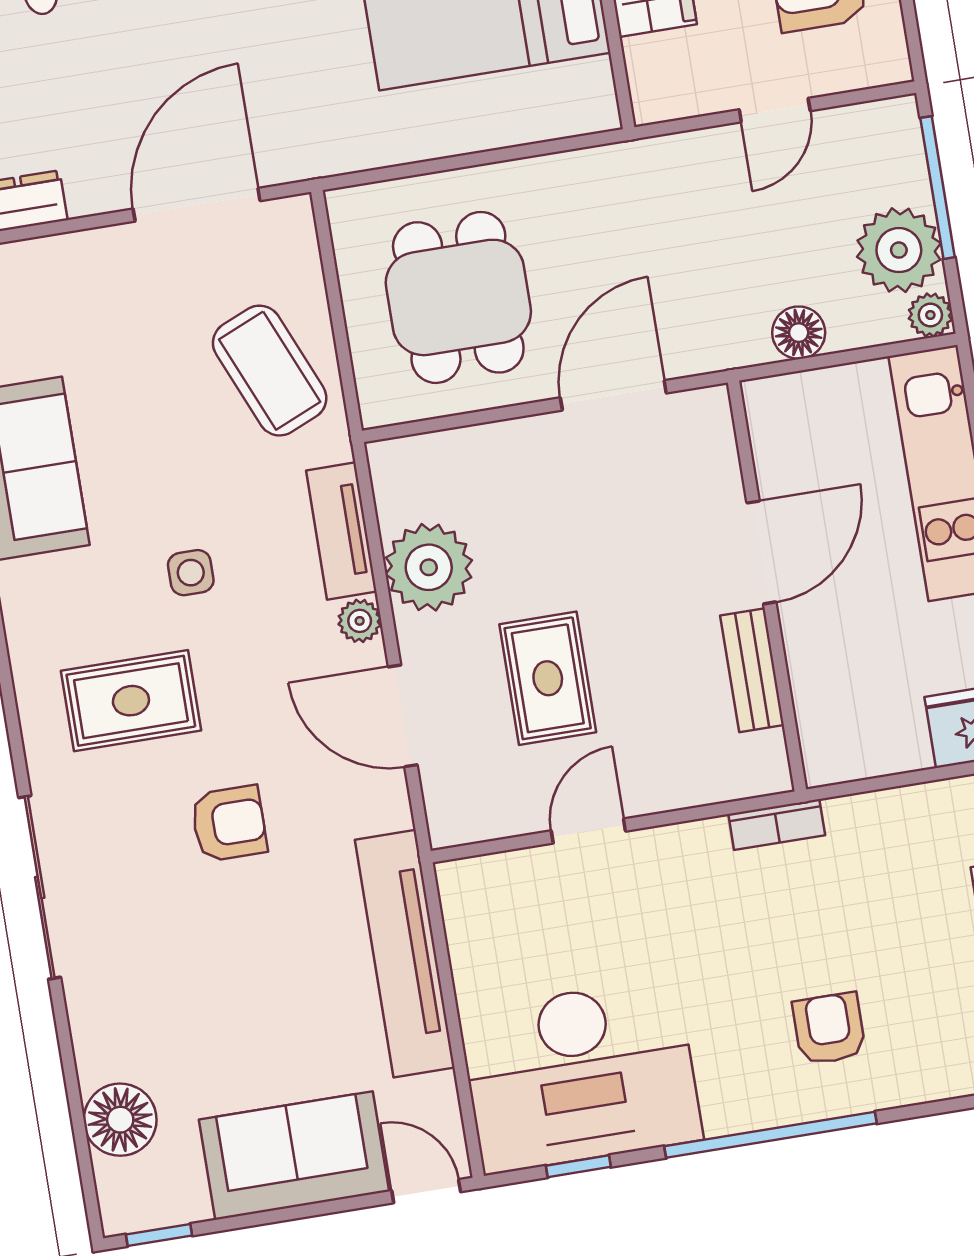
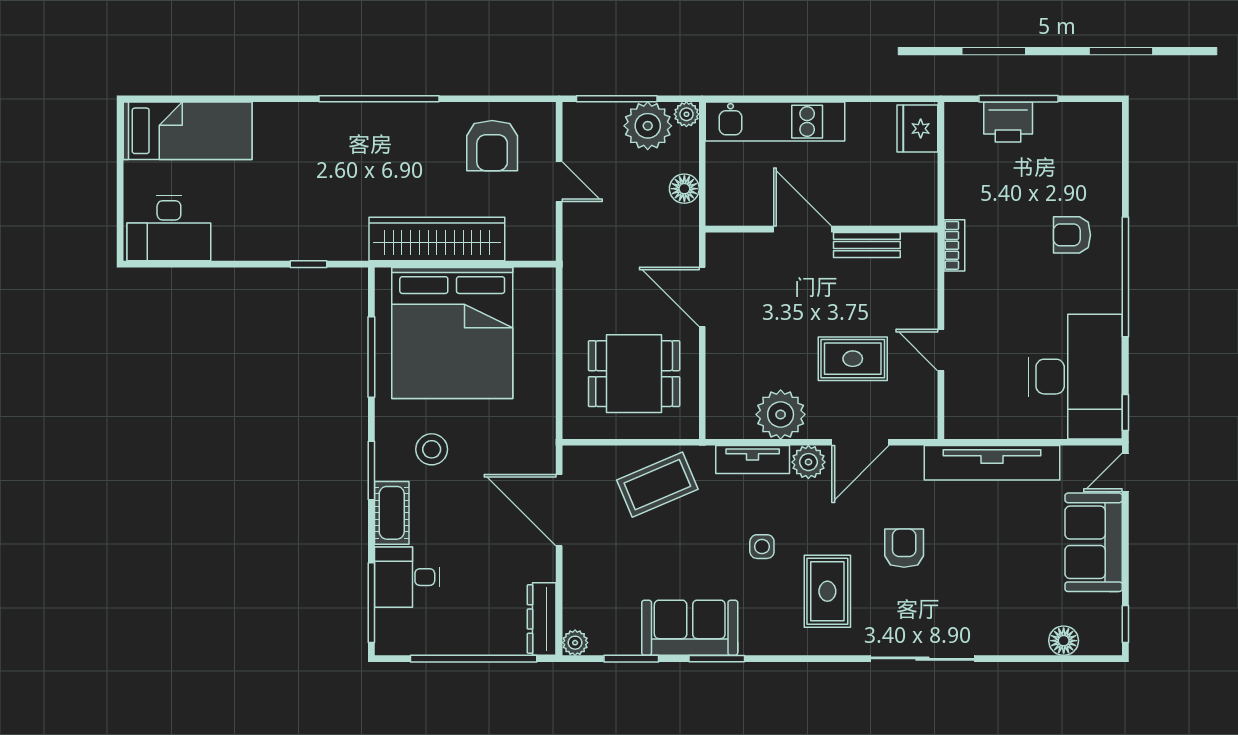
plant: (360, 621) -> (808, 462), width x1.38, depth x1.38
floor lamp: (120, 1120) -> (1064, 641), width x0.73, depth x0.73
window: (578, 1166) -> (1125, 413), moved

